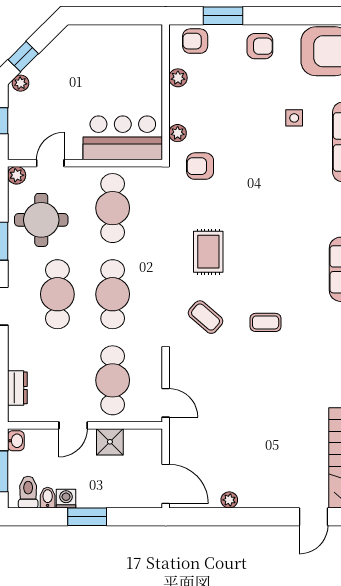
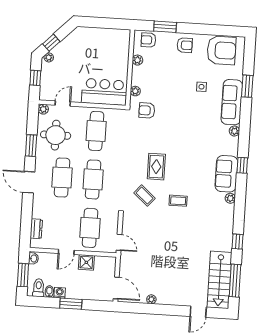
rug: (208, 252) -> (156, 167), moved

